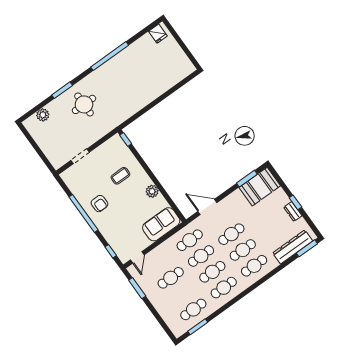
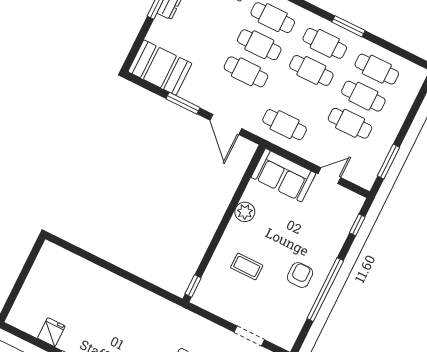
fridge: (158, 34) -> (51, 332), moved
window: (247, 179) -> (183, 103), moved
cafe table: (201, 256) -> (363, 96), moved
door: (137, 257) -> (329, 176), moved
window: (198, 327) -> (348, 26), moved

